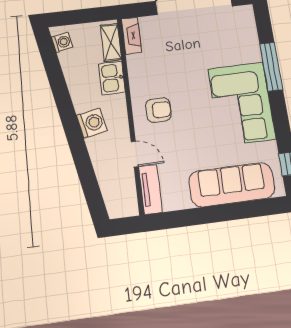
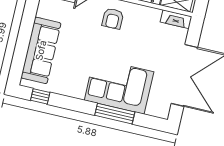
corner sofa: (242, 104) -> (119, 86), moved

